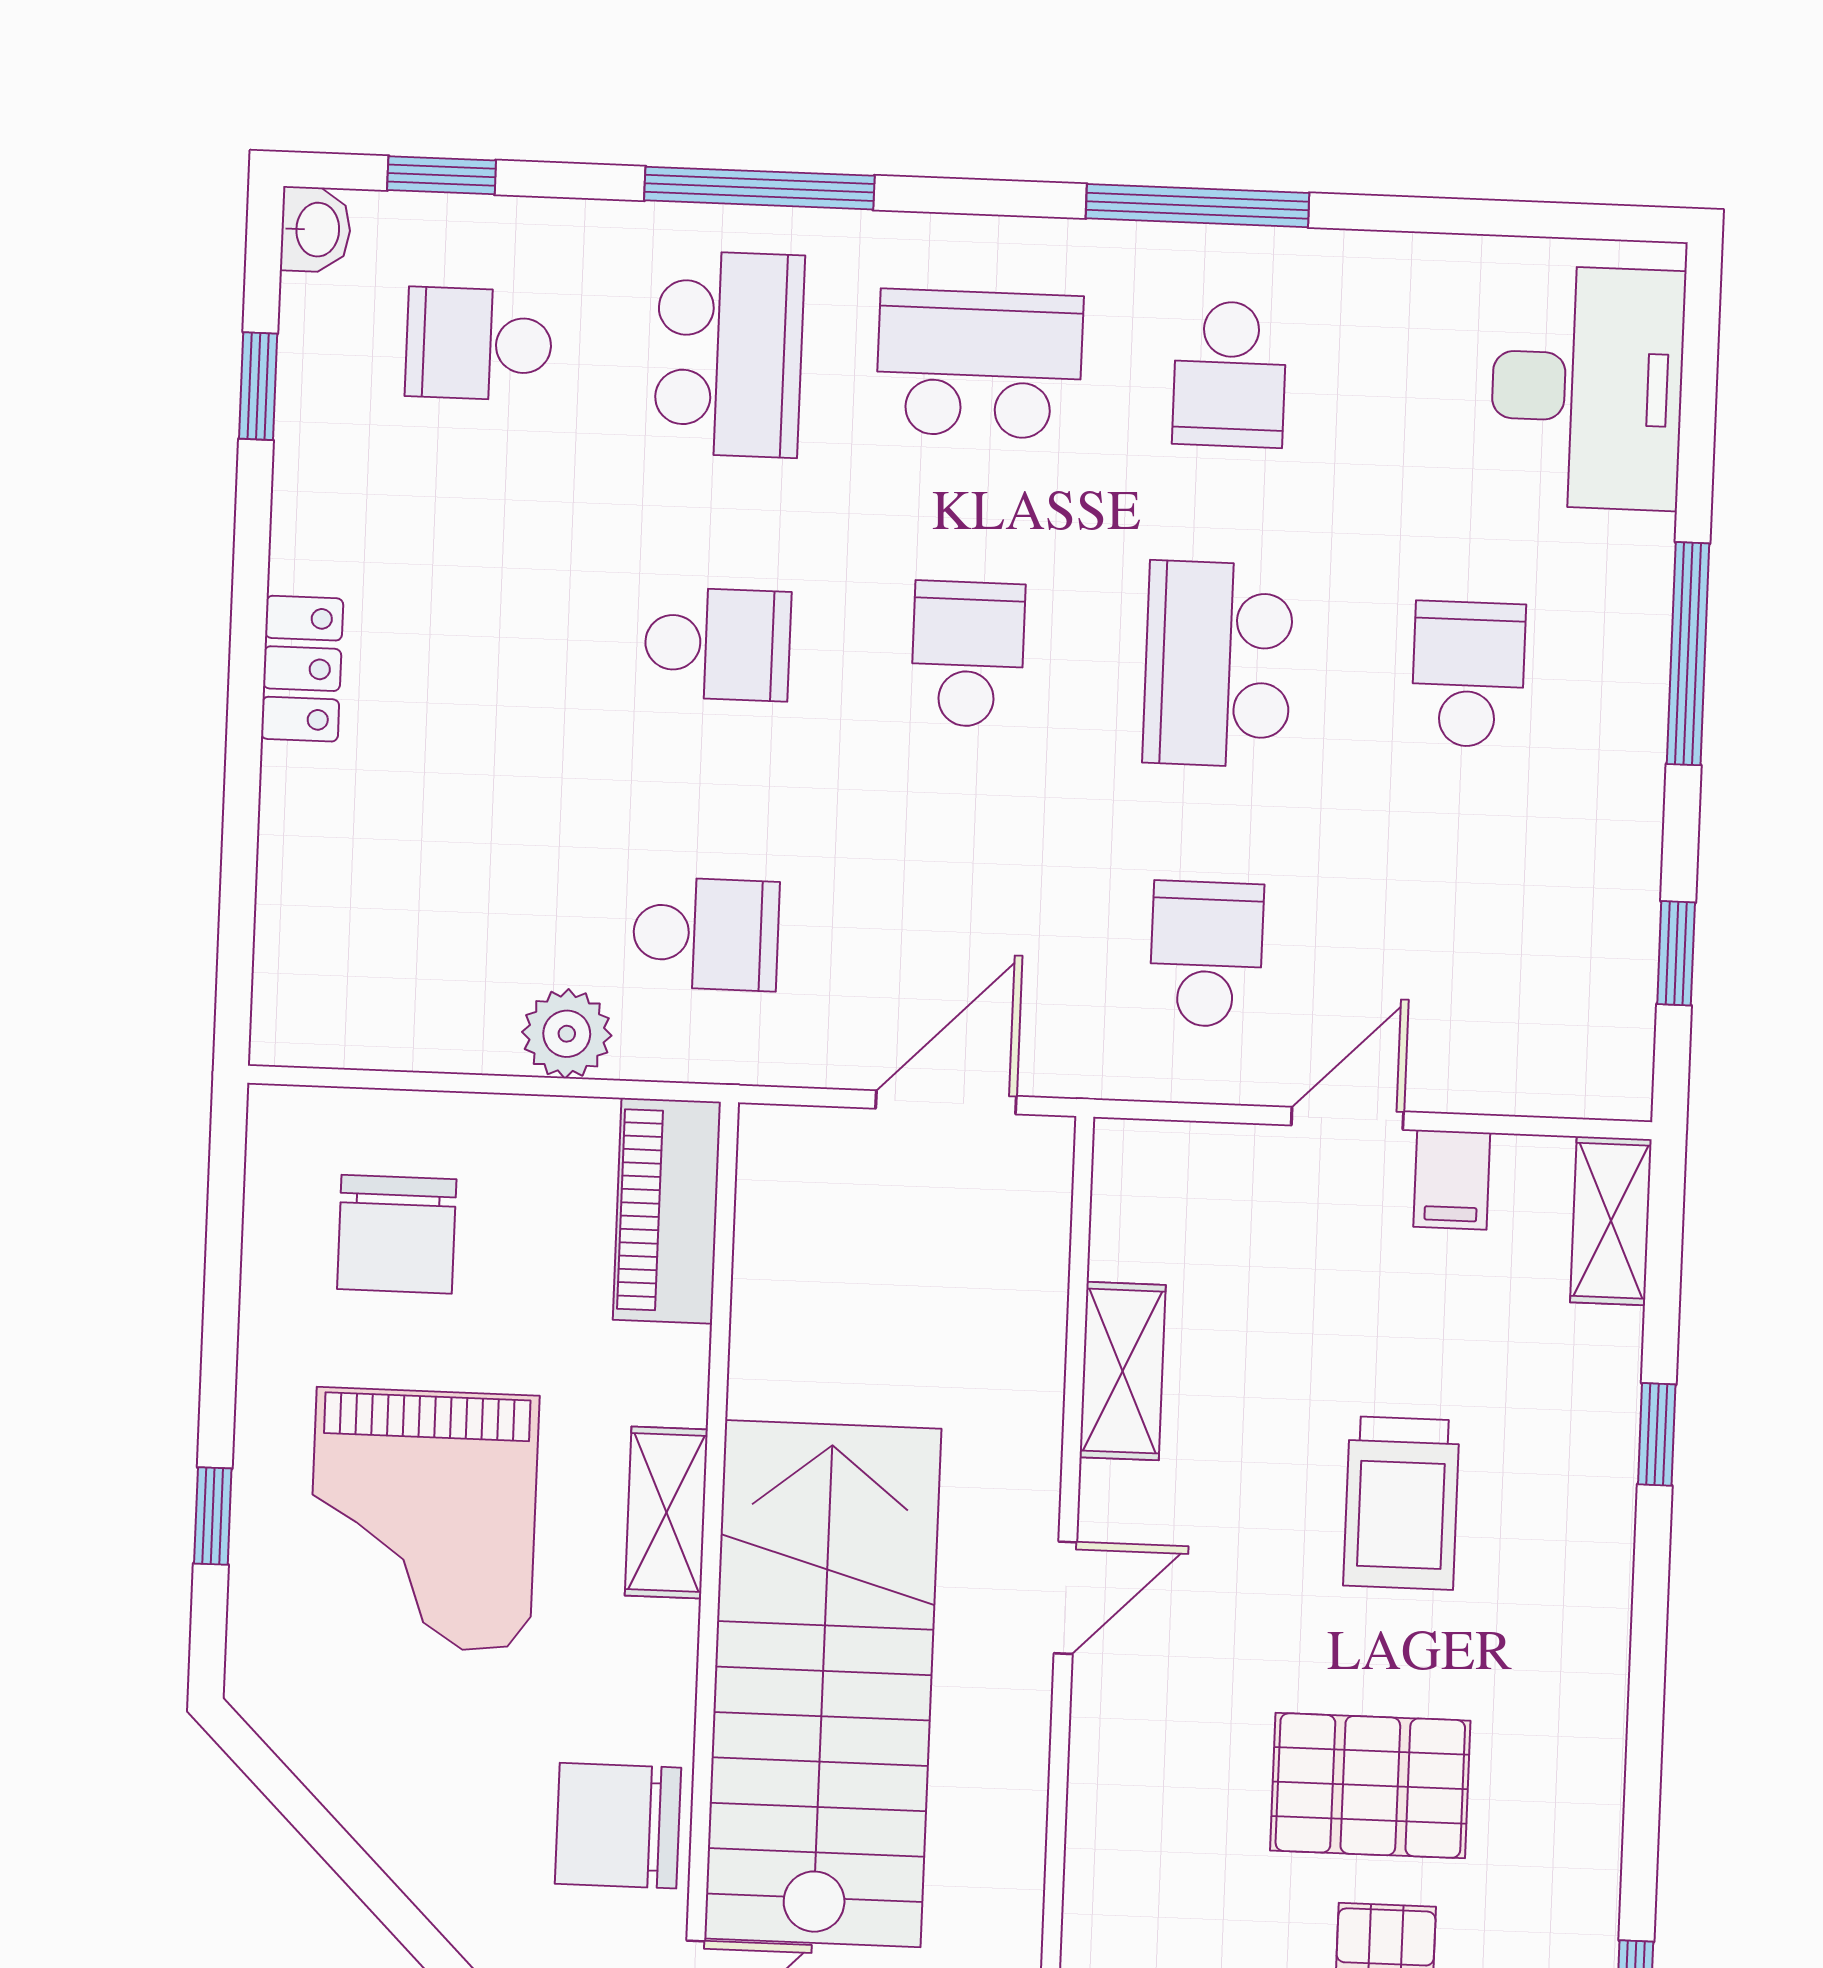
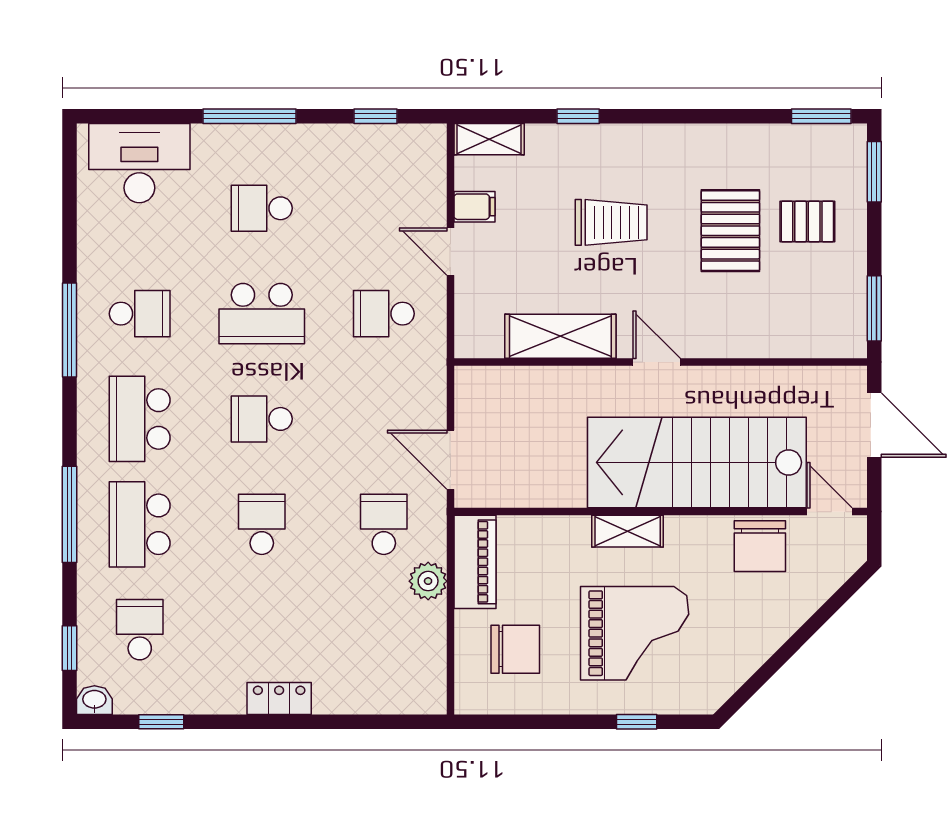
school desk: (479, 344) -> (140, 630), turned 180
school desk: (729, 354) -> (140, 524), turned -90
door: (946, 1102) -> (450, 460), moved
piano: (667, 1211) -> (475, 562), moved, turned -90
shelving: (1123, 1371) -> (560, 336), width x1.50, depth x1.33

